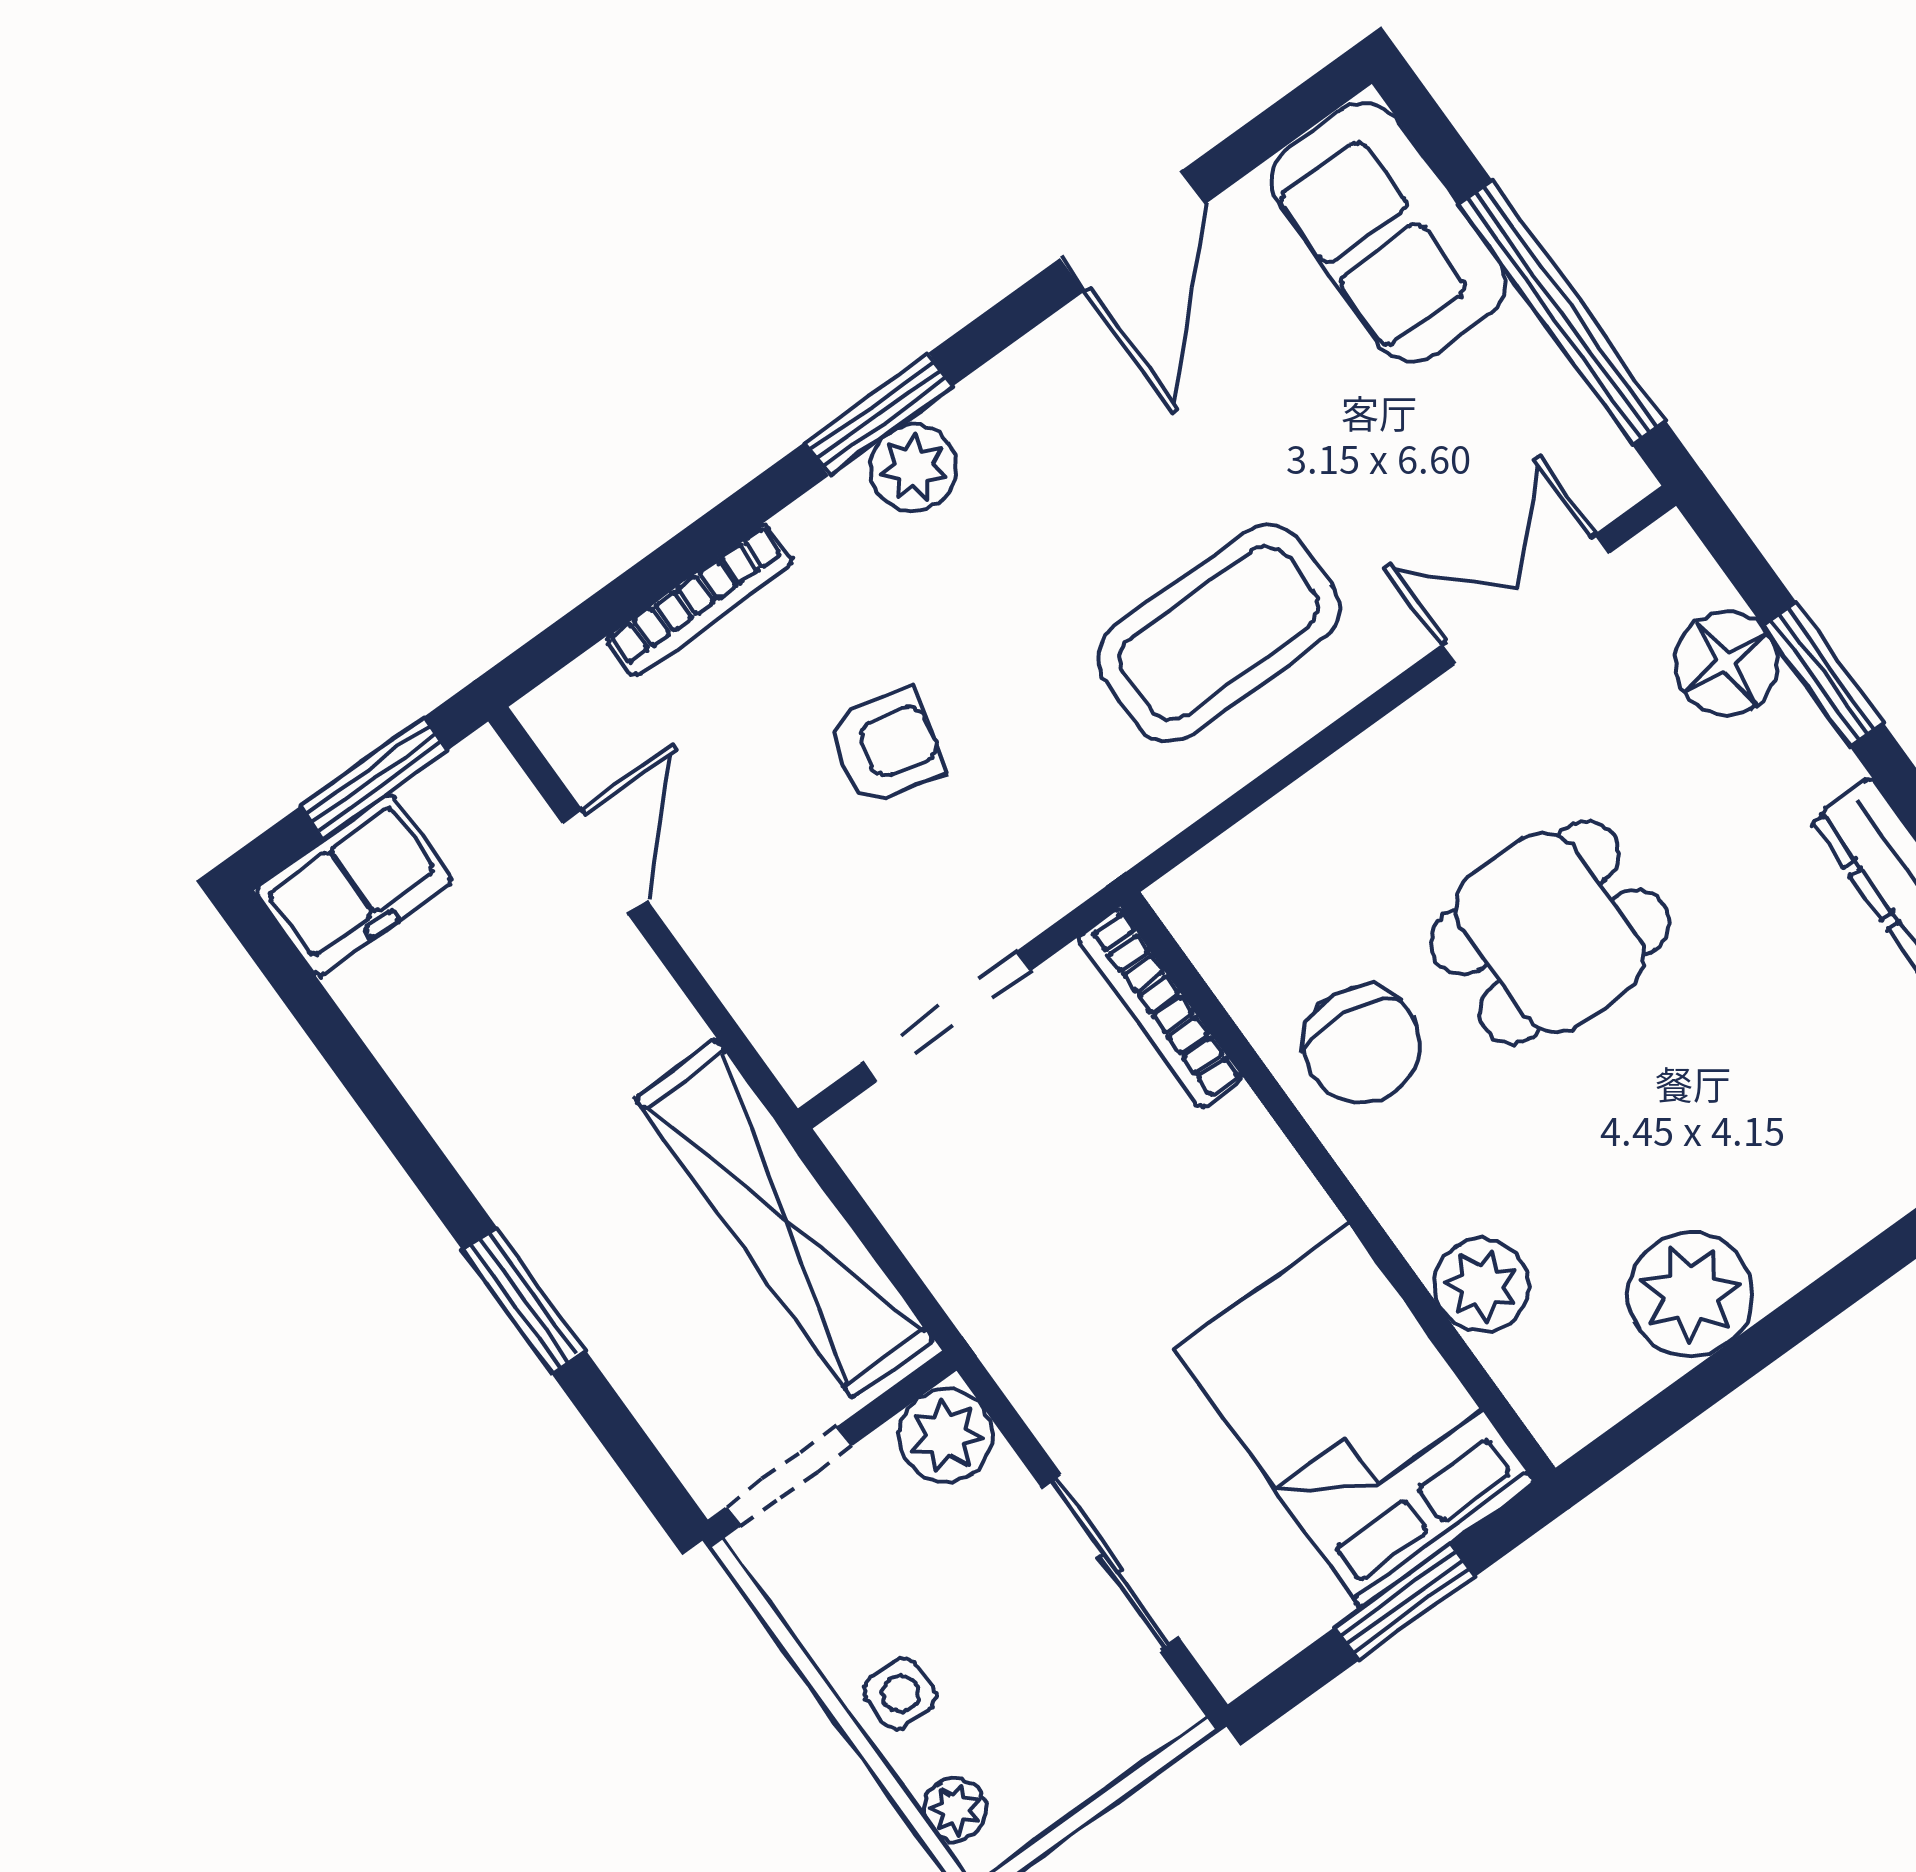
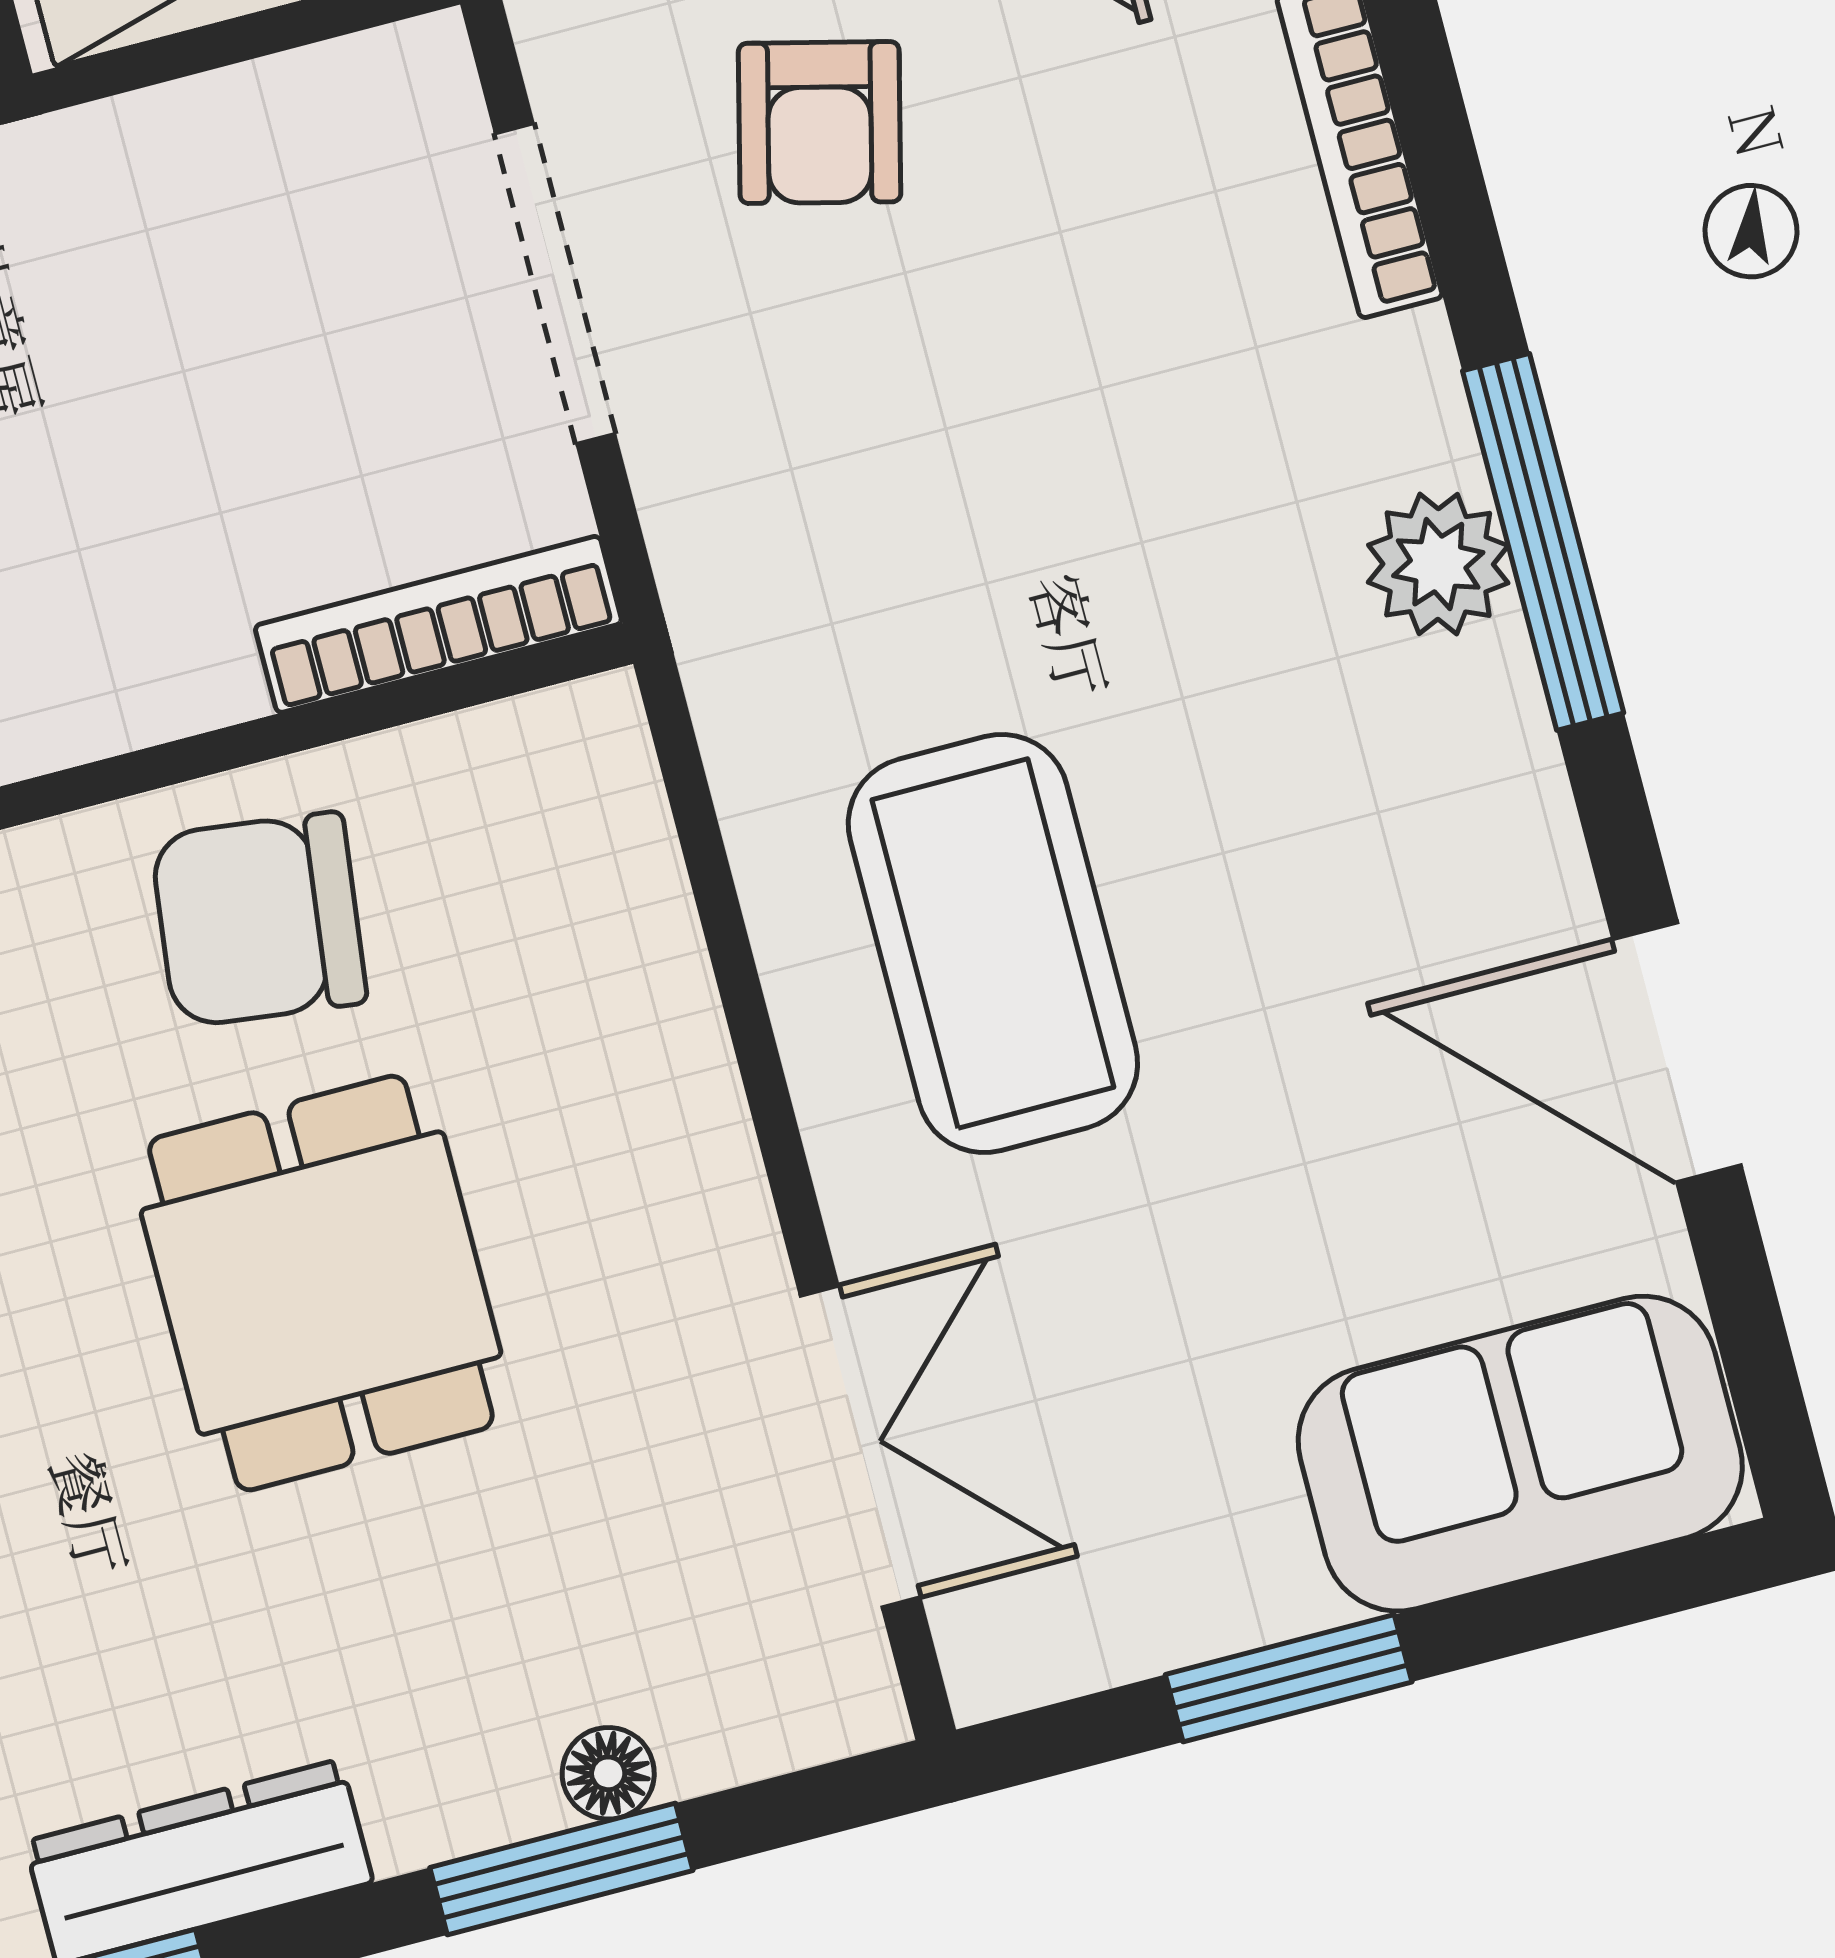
window: (1562, 312) -> (1289, 1678), width x0.47
window: (879, 414) -> (1543, 542), width x1.44
floor lamp: (1726, 663) -> (608, 1773), width x0.53, depth x0.53
armchair: (886, 747) -> (820, 123), moved

